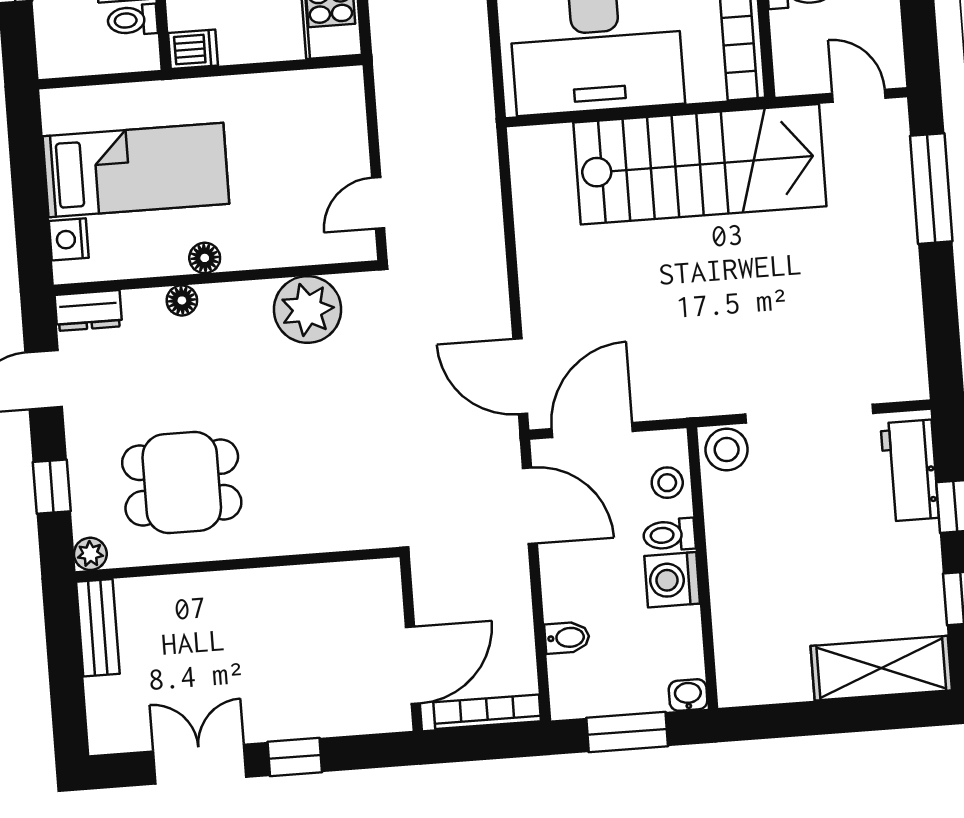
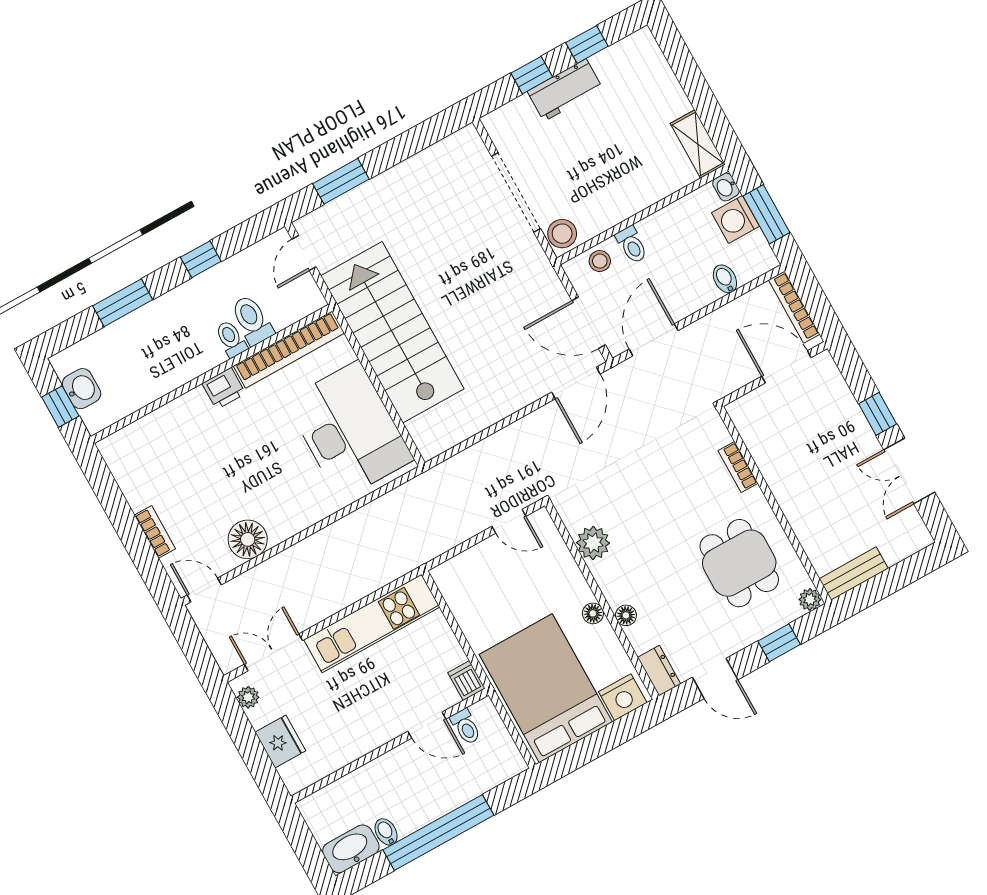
bed: (136, 170) -> (546, 688), width x1.50
window: (931, 189) -> (341, 181), width x0.69
nightstand: (69, 239) -> (623, 697), width x1.36, depth x1.33
plant: (307, 309) -> (593, 543), width x0.73, depth x0.73
workbench: (910, 471) -> (565, 90), moved
bookcase: (310, 540) -> (738, 467), added
washing machine: (672, 580) -> (736, 219), moved, turned 90
shelving: (881, 668) -> (698, 144), moved, width x0.67, depth x0.75

